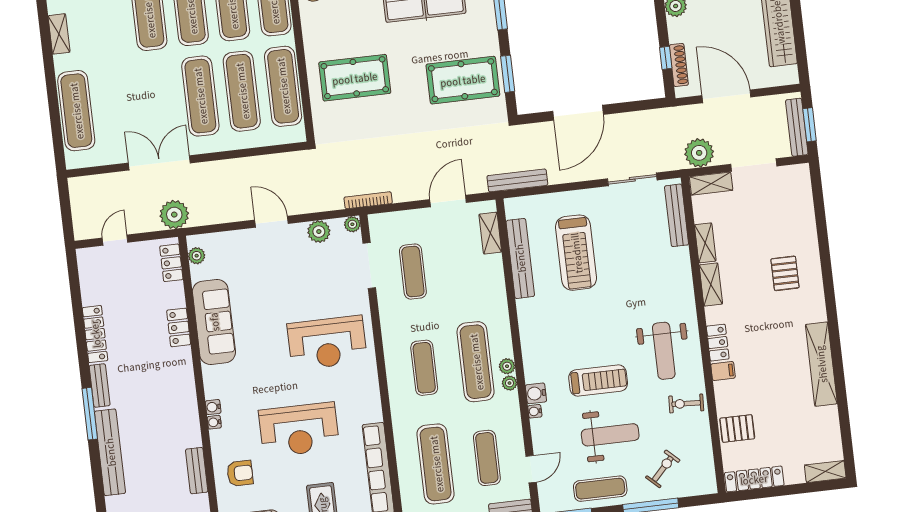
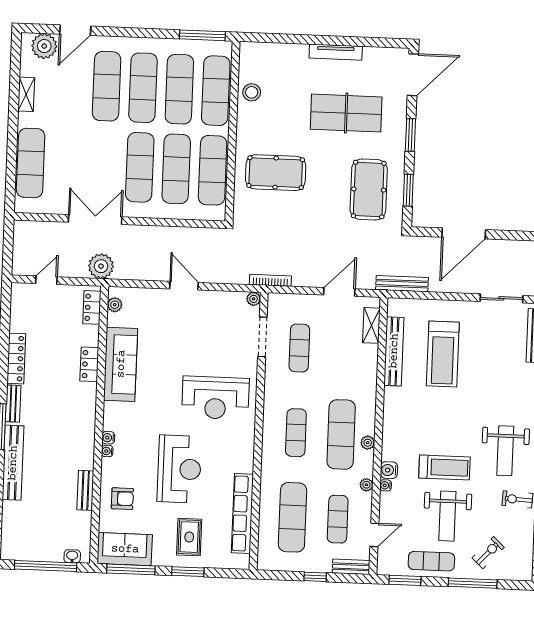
pool table: (463, 80) -> (369, 190), turned 90
plant: (319, 232) -> (224, 301), removed
plant: (509, 383) -> (366, 485), moved
reception desk: (299, 430) -> (179, 469), turned -90
weight bench: (610, 435) -> (447, 516), turned 90

